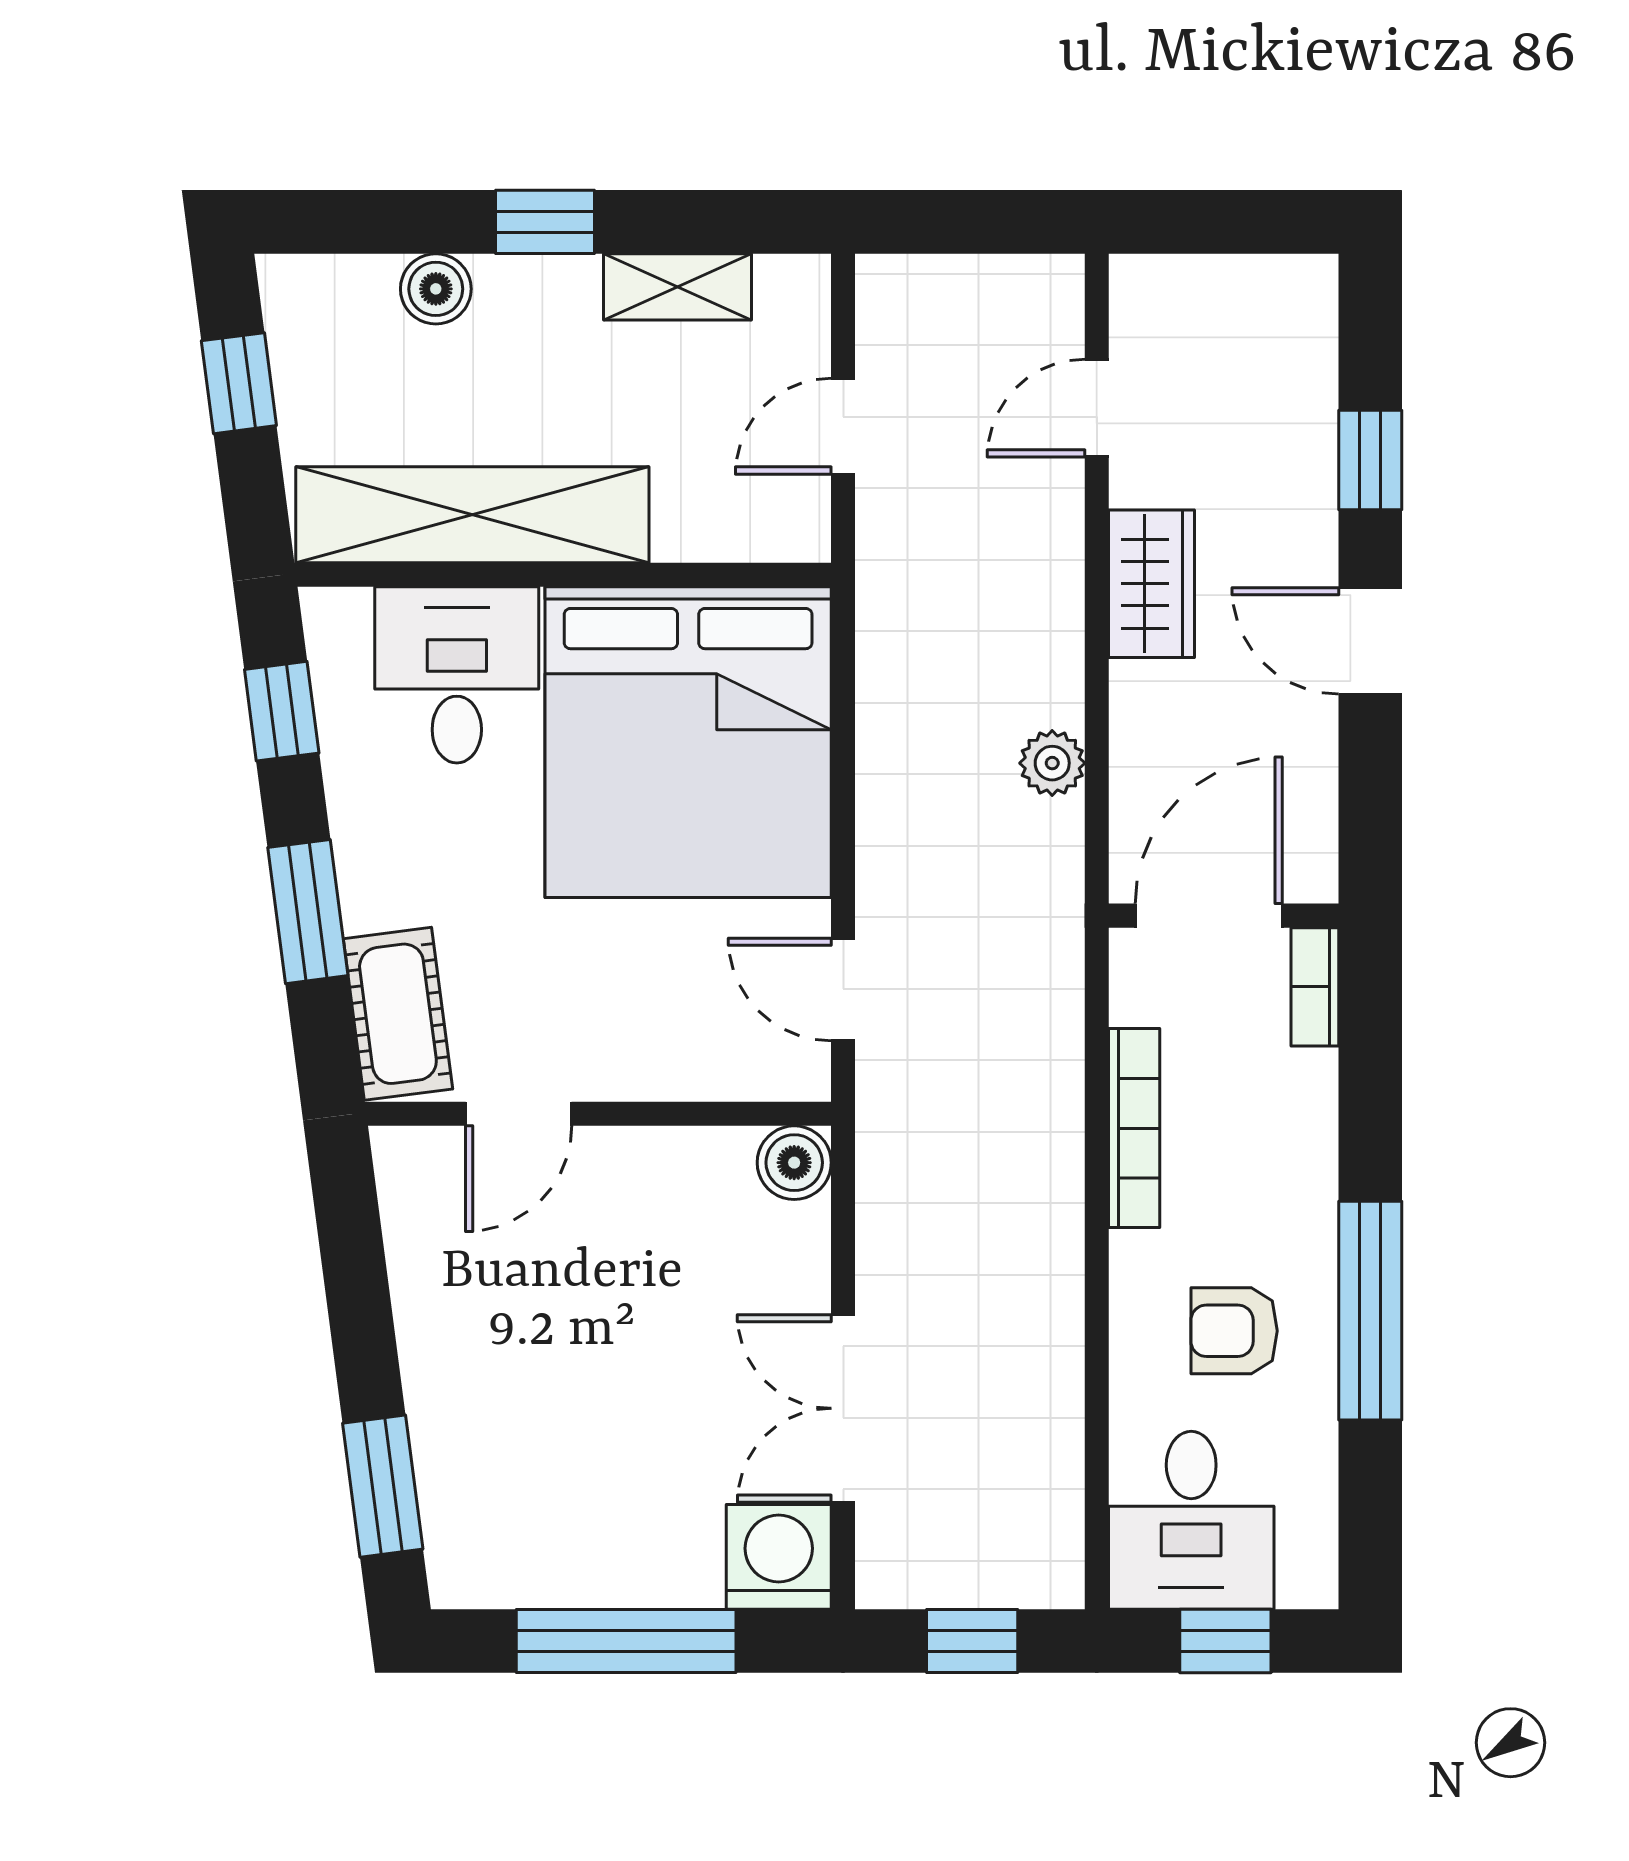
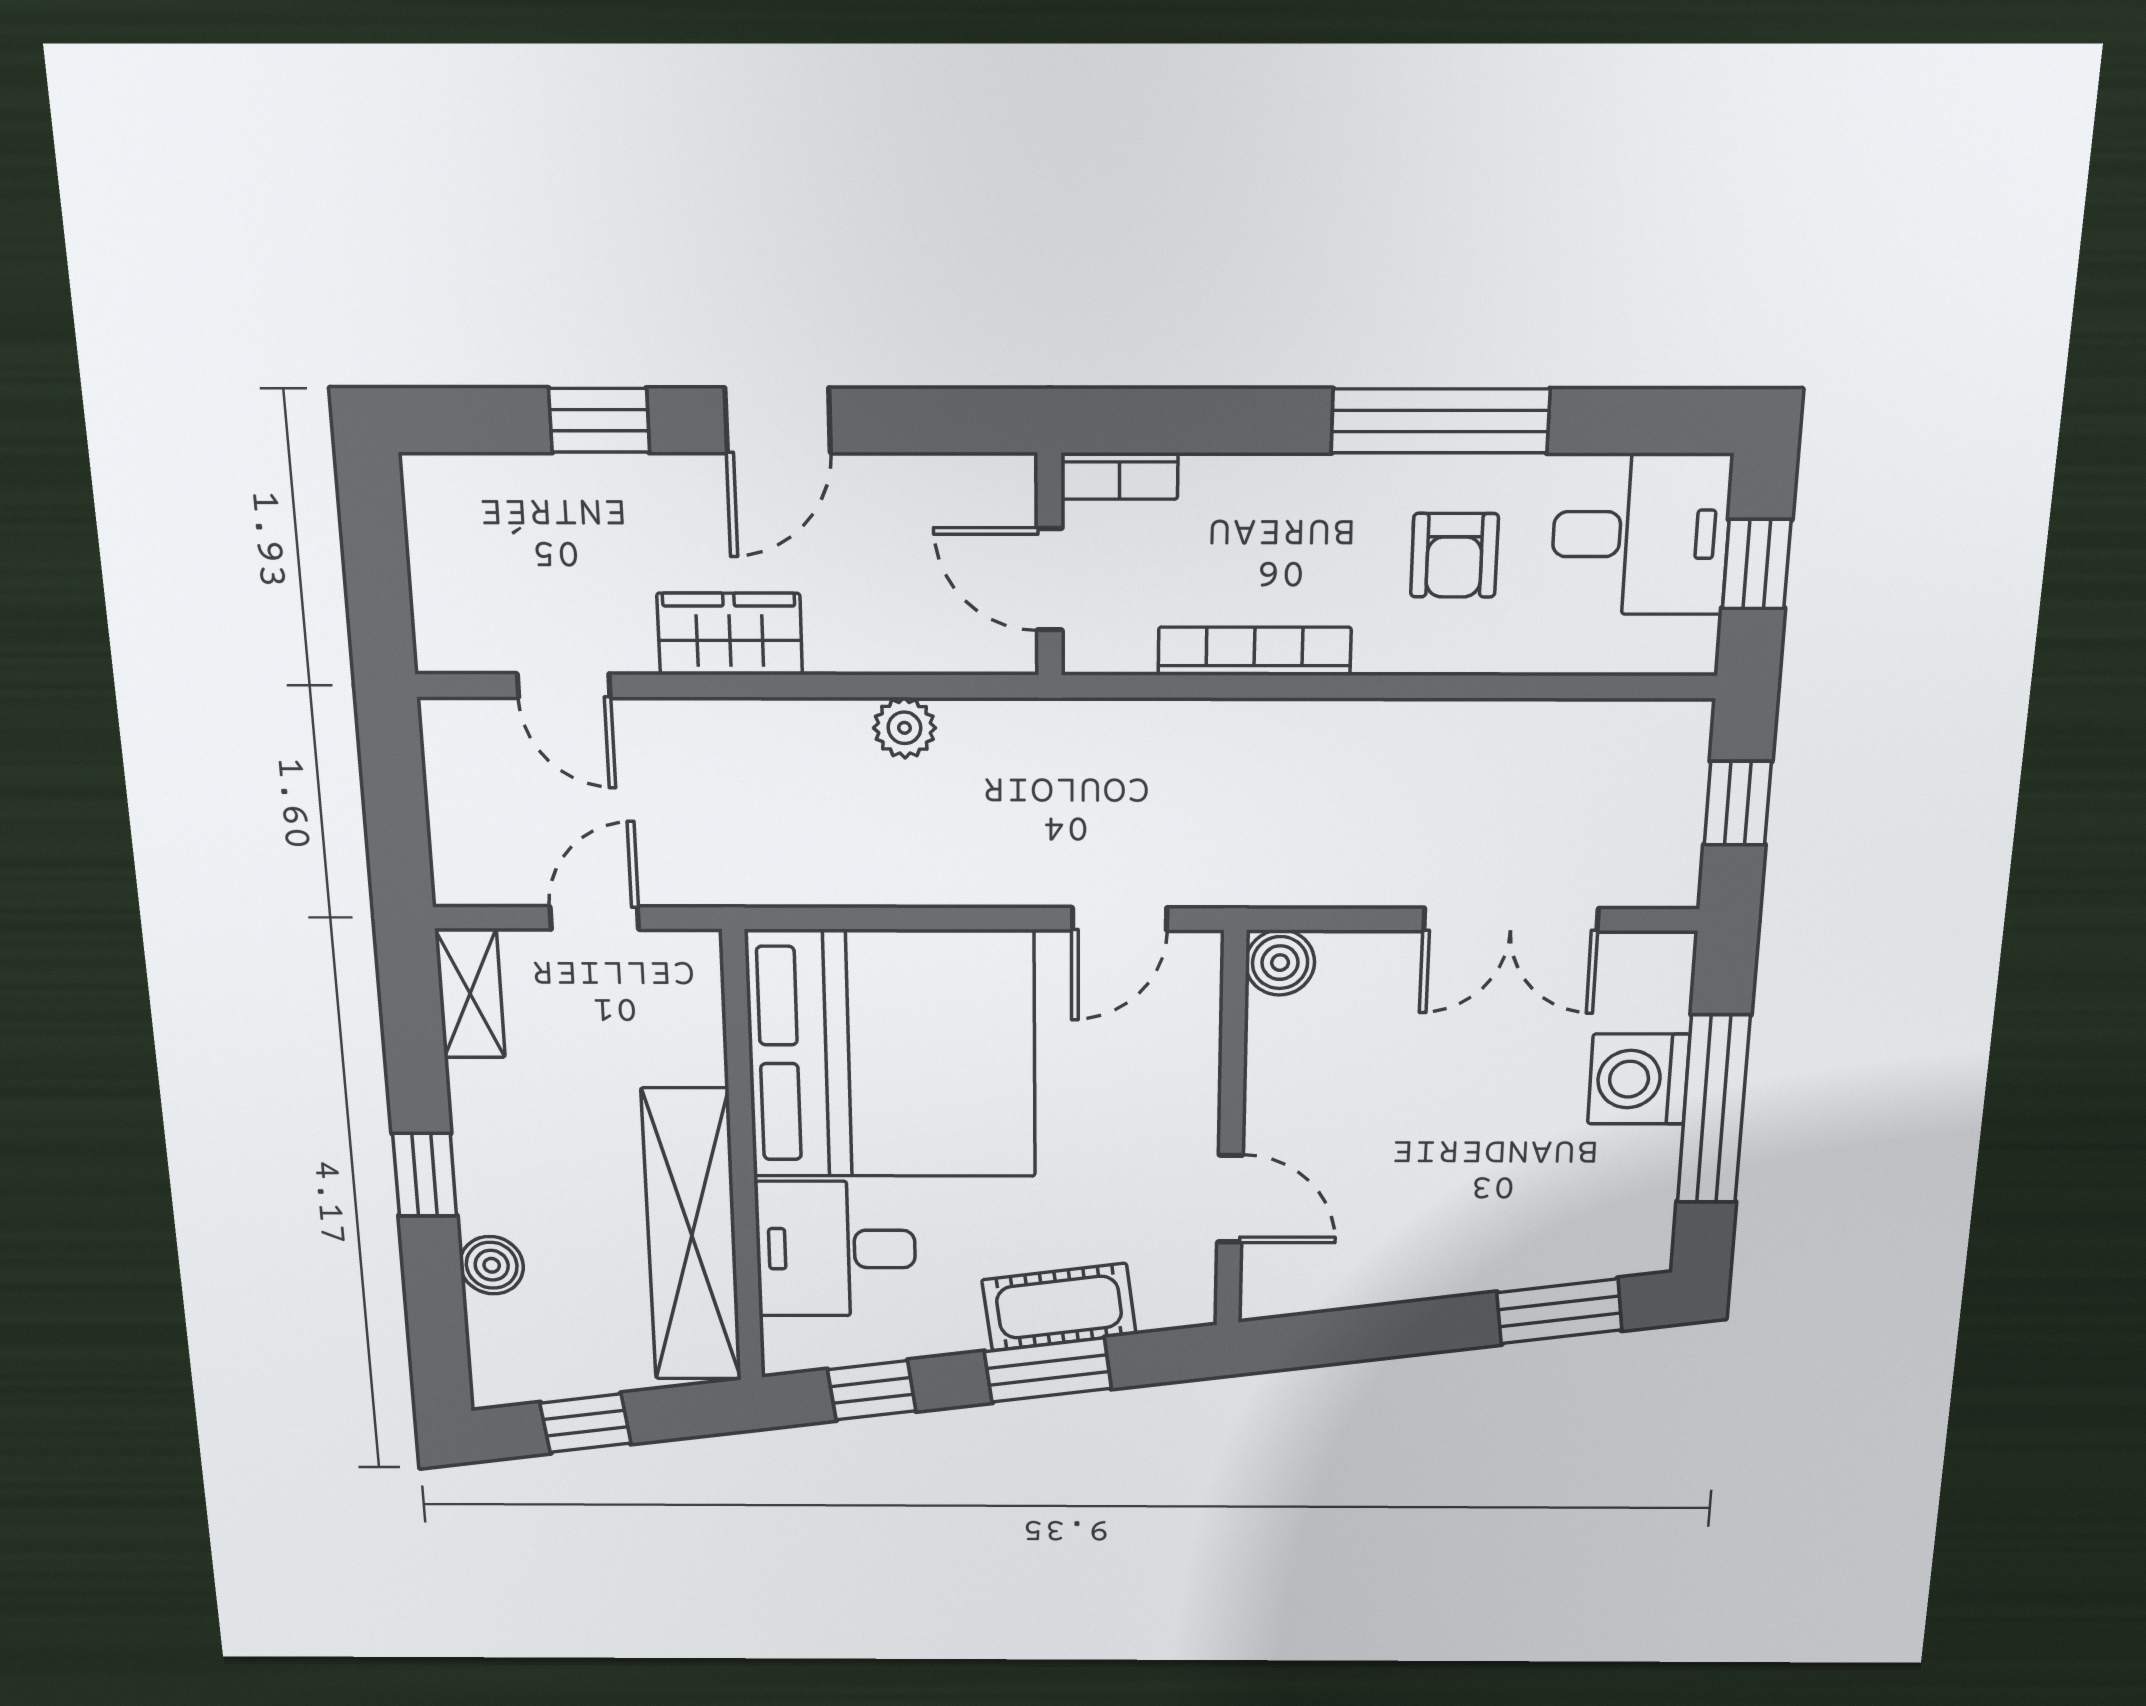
shelving: (677, 287) -> (470, 993), moved
door: (843, 426) -> (594, 918), swing flipped
door: (1209, 916) -> (1050, 579), width x0.73
cot: (398, 1014) -> (1059, 1307), moved
desk: (1191, 1520) -> (1641, 534), moved
washing machine: (779, 1557) -> (1639, 1079), moved

